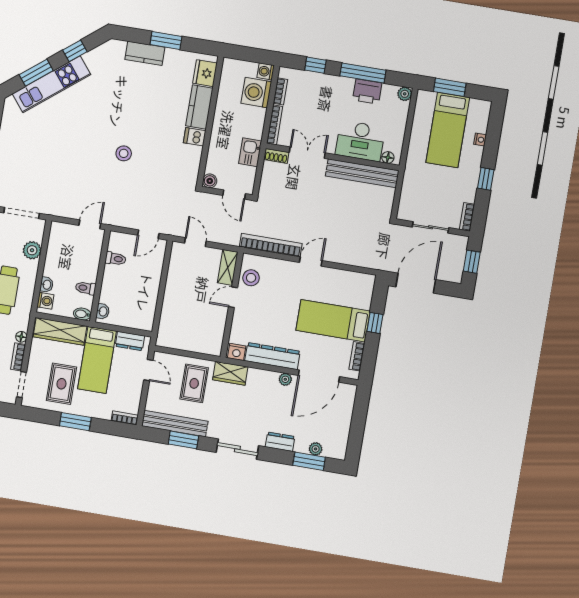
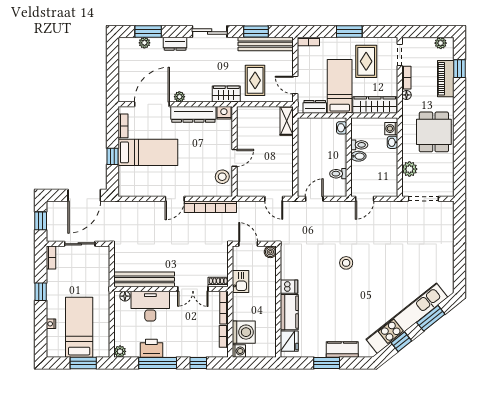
kitchen unit: (52, 84) -> (407, 318), width x1.36
shelving: (228, 267) -> (287, 121), moved
bidet: (82, 314) -> (358, 156), moved

